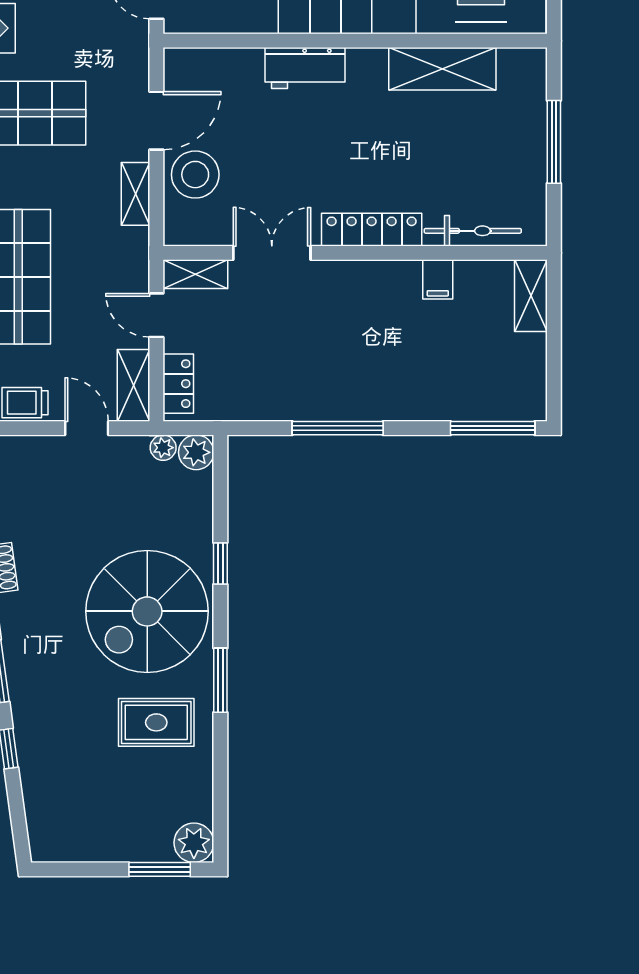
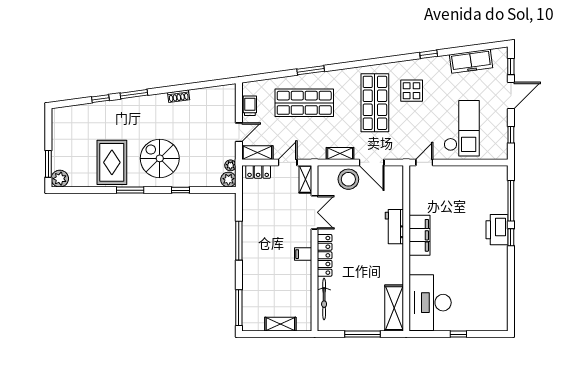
shelving: (442, 69) -> (394, 308), moved
filing cabinet: (438, 279) -> (303, 254), moved
shelving: (531, 296) -> (280, 324), moved
spiral stairs: (147, 611) -> (160, 158), width x0.73, depth x0.73
rug: (156, 722) -> (112, 162), width x1.36, depth x1.43

